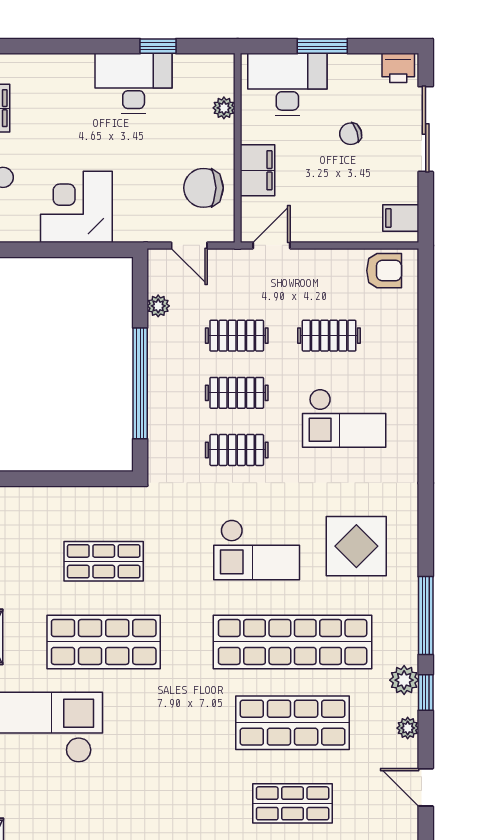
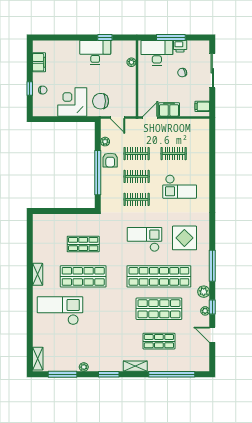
window: (322, 46) -> (171, 37), width x1.44
printer: (398, 68) -> (180, 46), moved
filing cabinet: (258, 170) -> (169, 109), moved, turned -90
chair: (203, 188) -> (101, 101), moved
armchair: (384, 271) -> (110, 160), moved, turned 90
checkout: (257, 550) -> (144, 239), turned 180
window: (426, 693) -> (212, 307), moved

